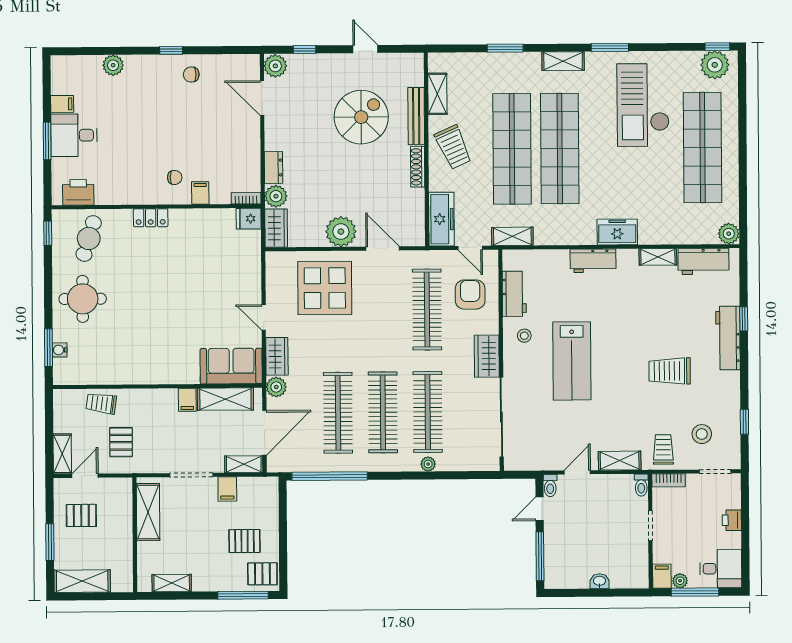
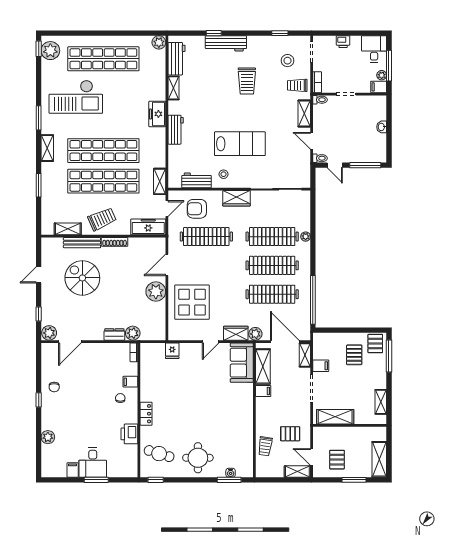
printer: (78, 192) -> (129, 434), moved
fridge: (249, 219) -> (172, 351), moved
wardrobe: (276, 228) -> (153, 333), removed

